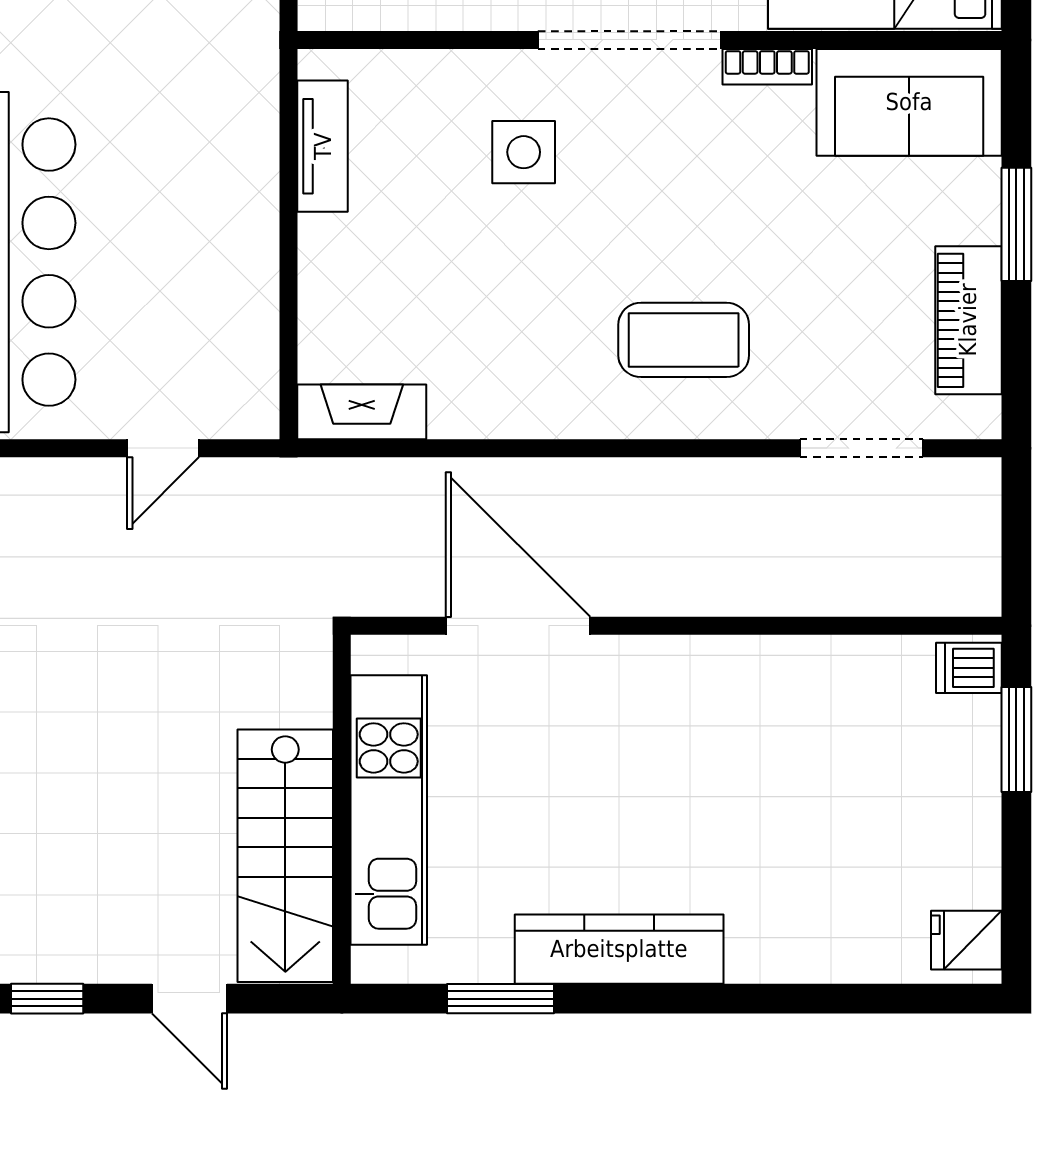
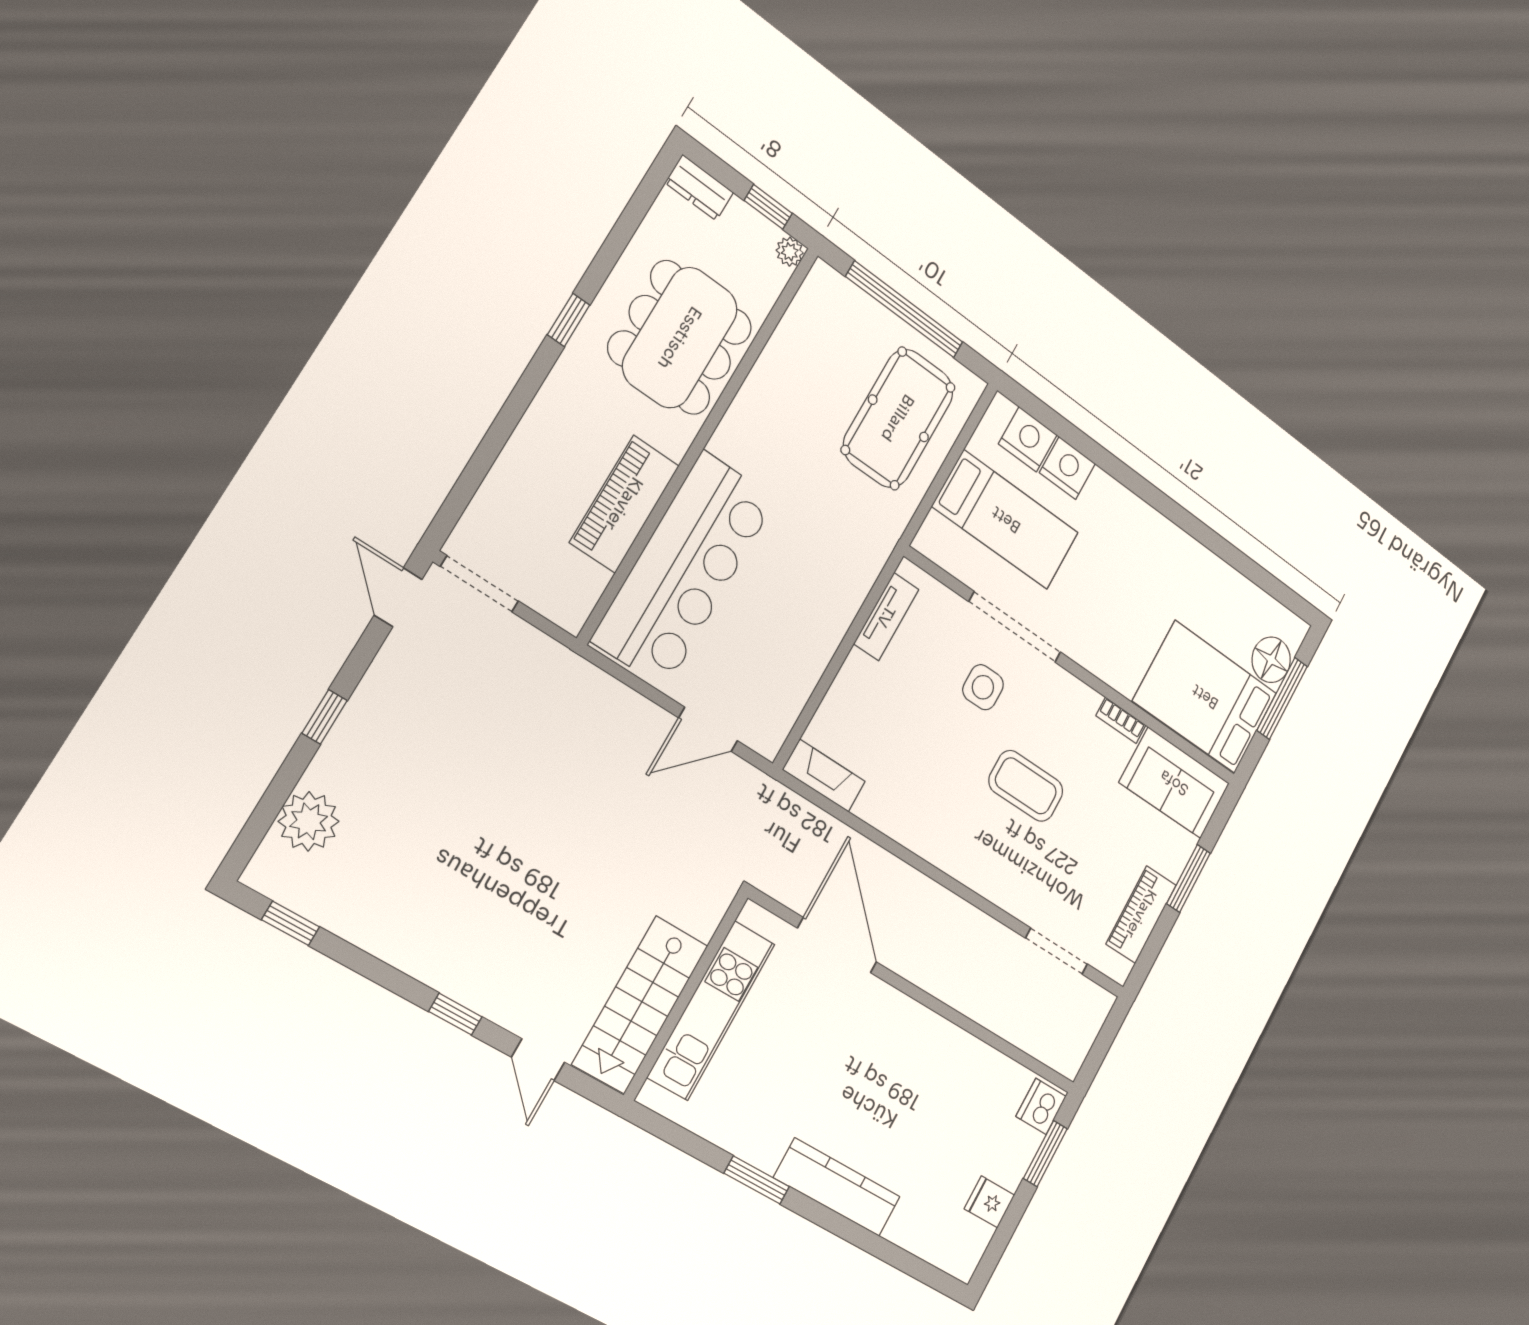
doorway: (629, 40) -> (1015, 627), moved
coffee table: (684, 340) -> (1026, 786), moved
door: (163, 448) -> (708, 729), width x1.38
dishwasher: (969, 668) -> (1041, 1106), width x1.38
fridge: (966, 940) -> (989, 1202), moved
kitchen counter: (619, 949) -> (837, 1187), moved
window: (500, 999) -> (757, 1180), moved

